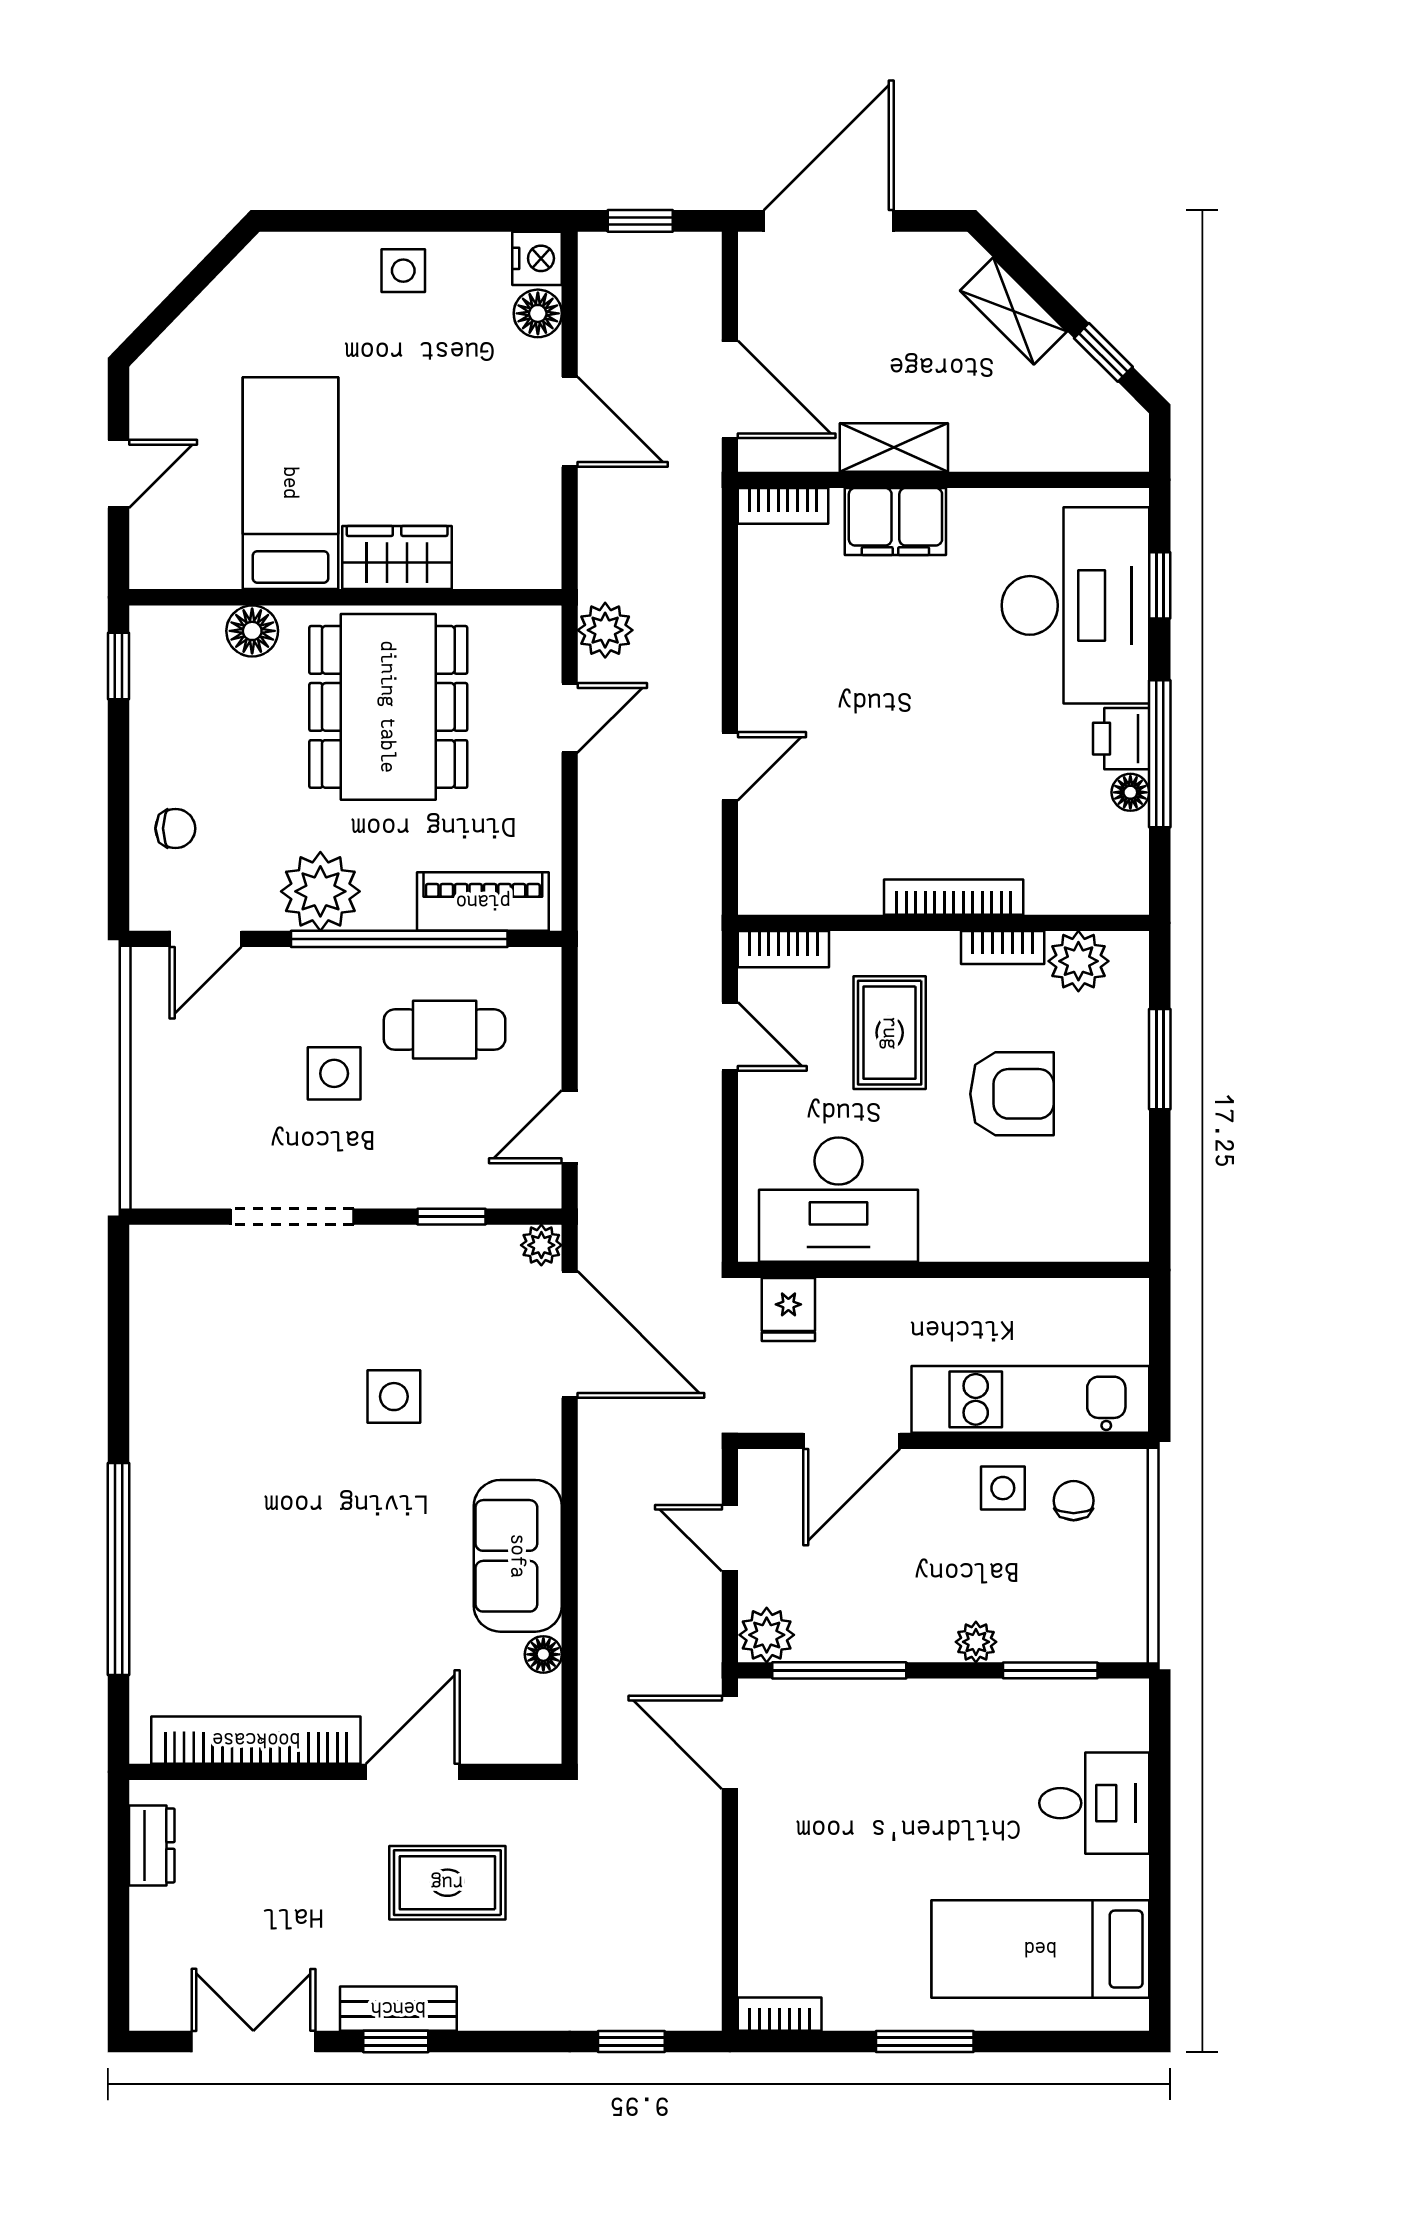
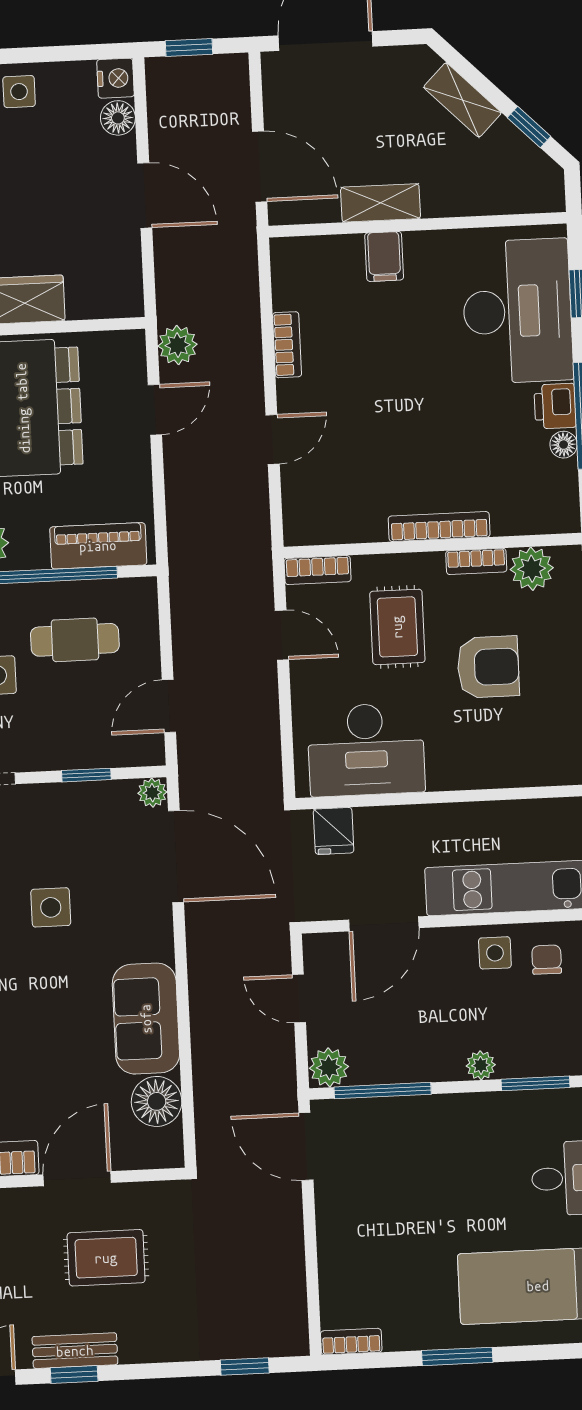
bookcase: (783, 506) -> (287, 345), moved, turned -90
filing cabinet: (895, 521) -> (384, 256), width x0.50
floor lamp: (543, 1654) -> (157, 1101), width x1.89, depth x1.89

